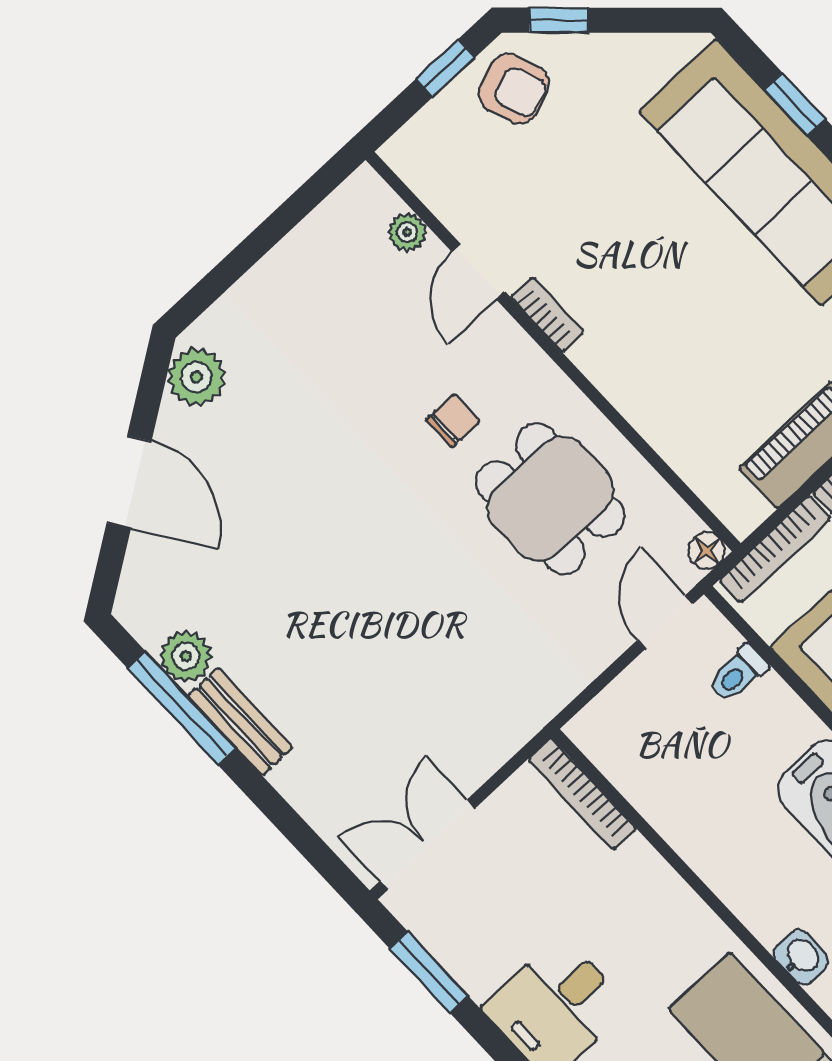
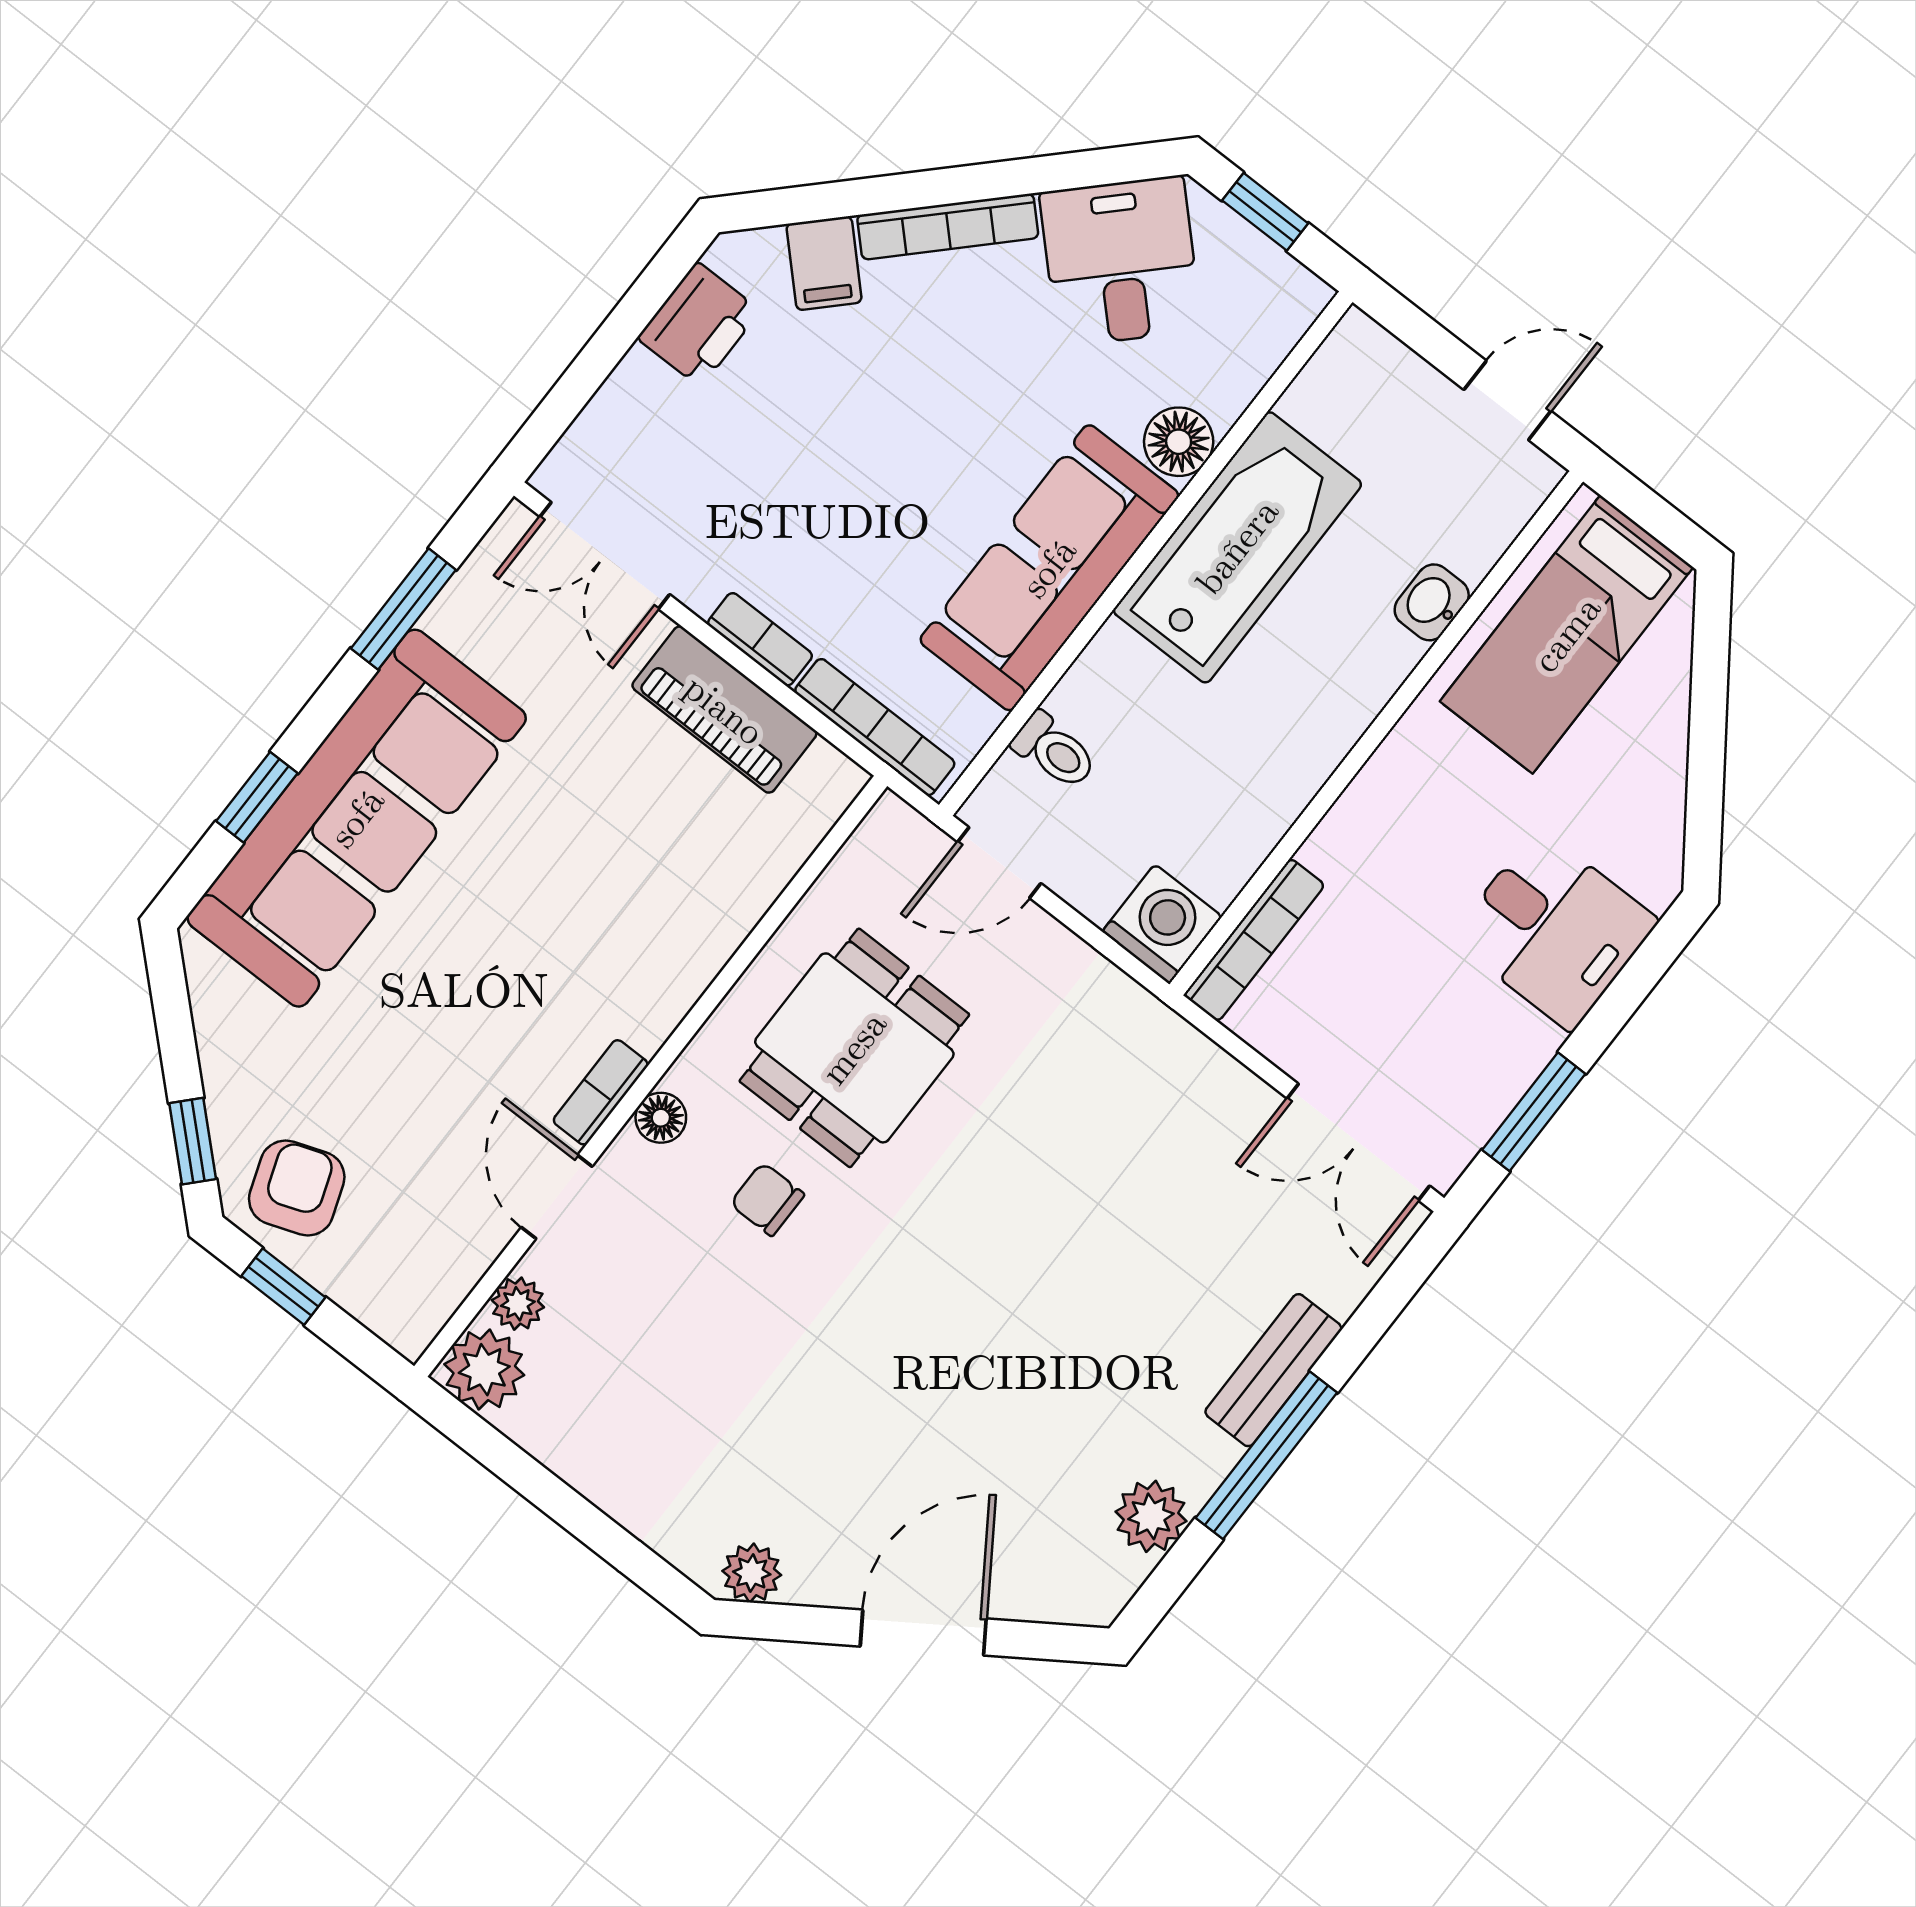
plant: (364, 201) -> (484, 1370), added
door: (478, 272) -> (557, 1197), swing flipped
plant: (196, 377) -> (752, 1573), width x0.73, depth x0.73
floor lamp: (707, 551) -> (661, 1118), moved
window: (182, 708) -> (1266, 1455), moved
bench: (240, 722) -> (1273, 1370), moved
washing machine: (603, 731) -> (1162, 924), added

